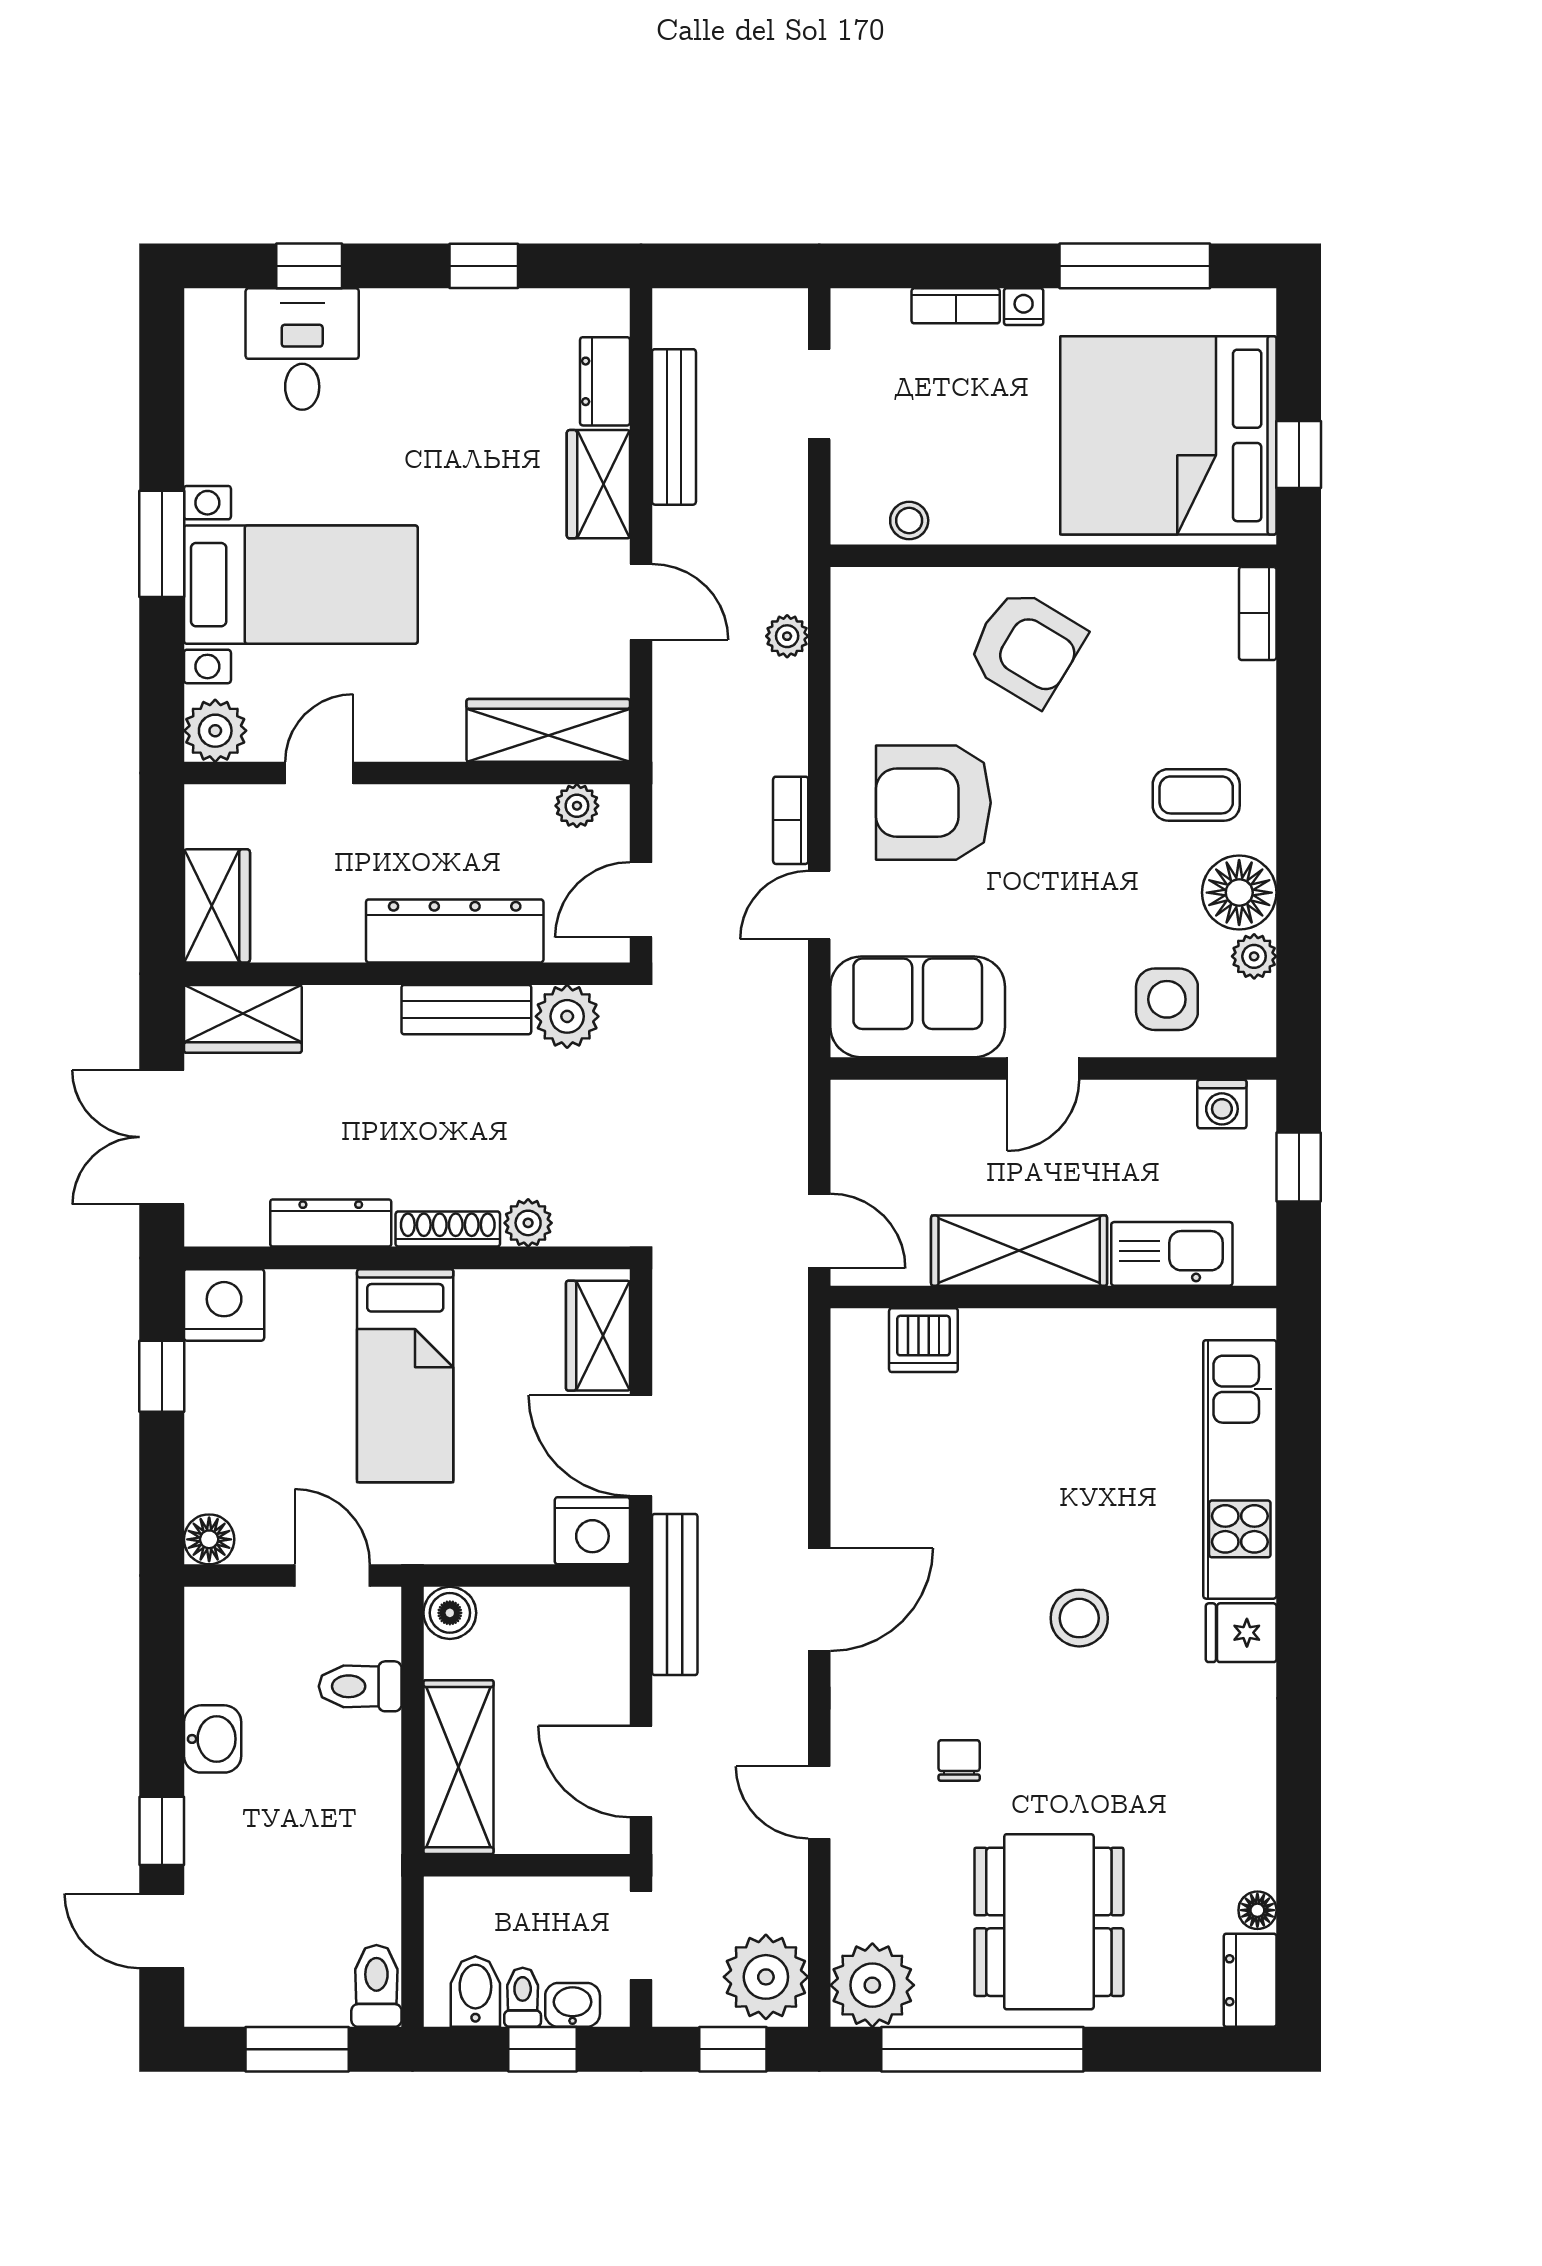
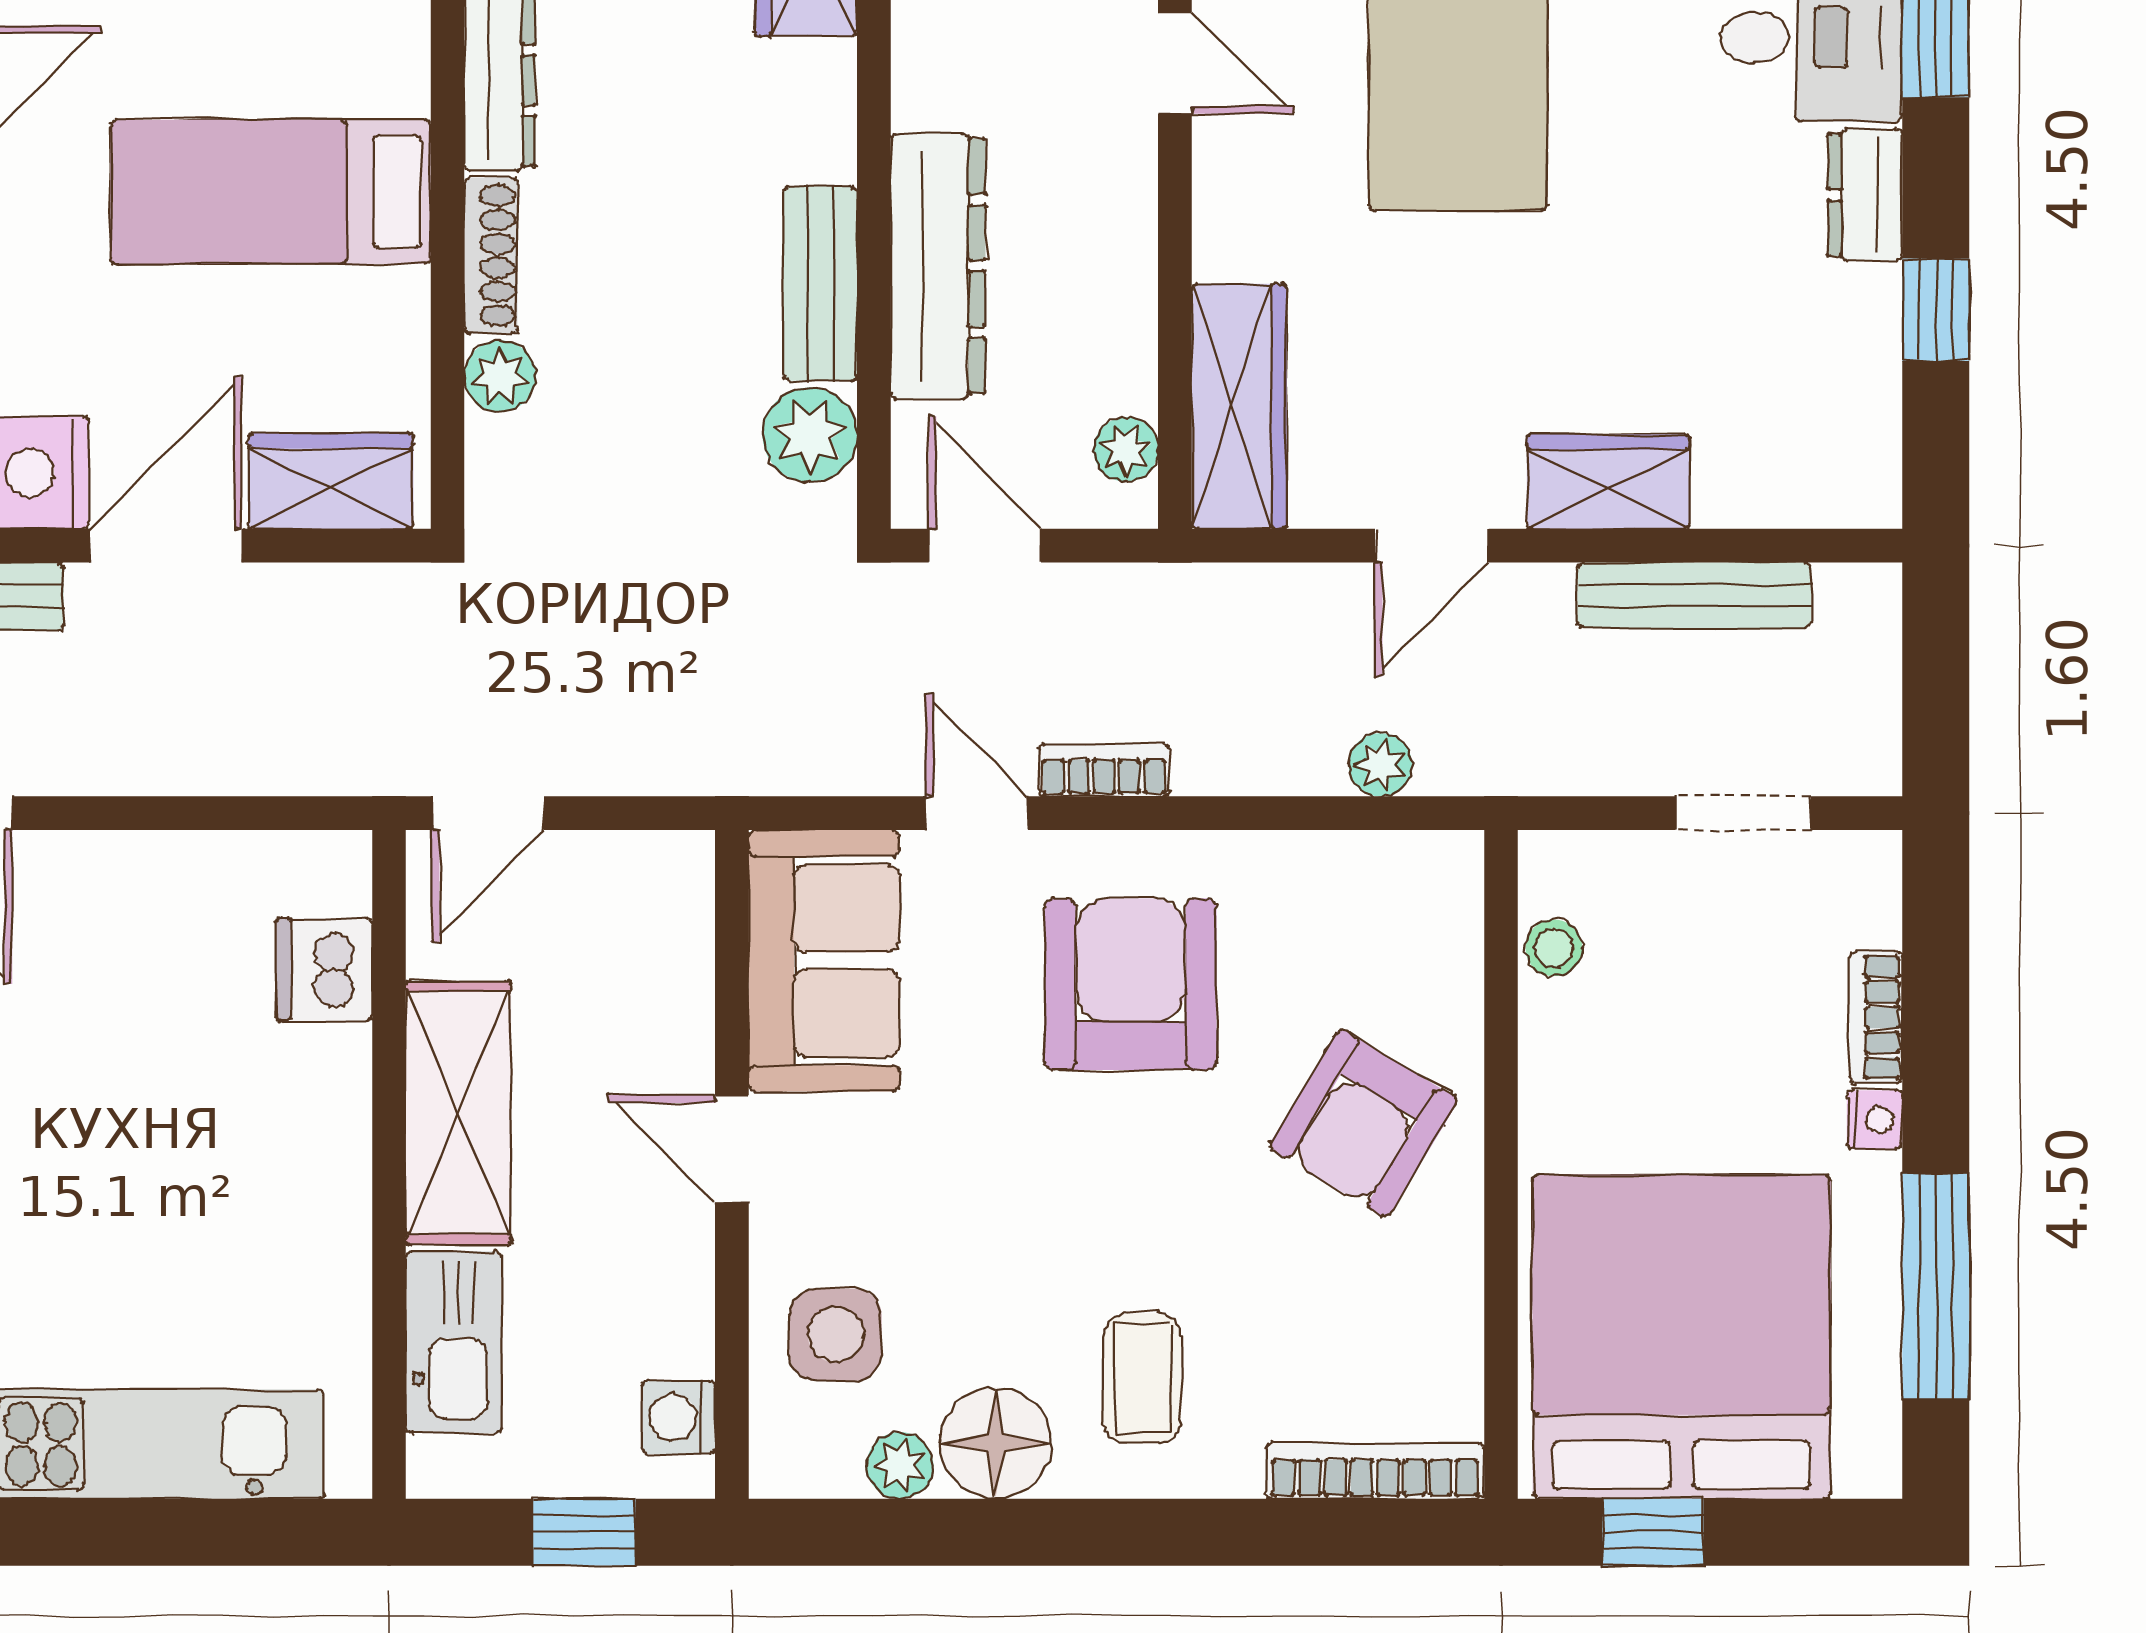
dresser: (605, 381) -> (1865, 195), moved, turned -90
bookcase: (1258, 613) -> (1375, 1471), width x1.56

